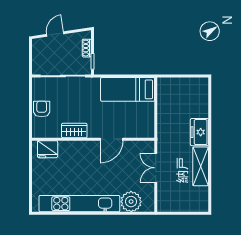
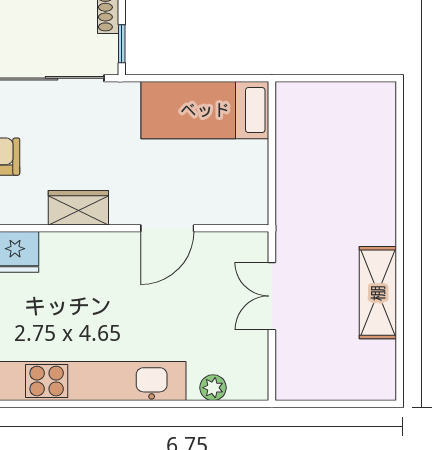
freezer: (199, 132) -> (375, 211), removed
plant: (131, 202) -> (213, 388), width x0.53, depth x0.53

